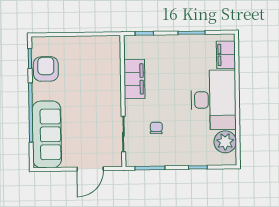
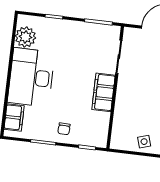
side table: (85, 48) -> (144, 142), added
filing cabinet: (134, 79) -> (103, 92), moved
chair: (156, 128) -> (64, 129), moved

